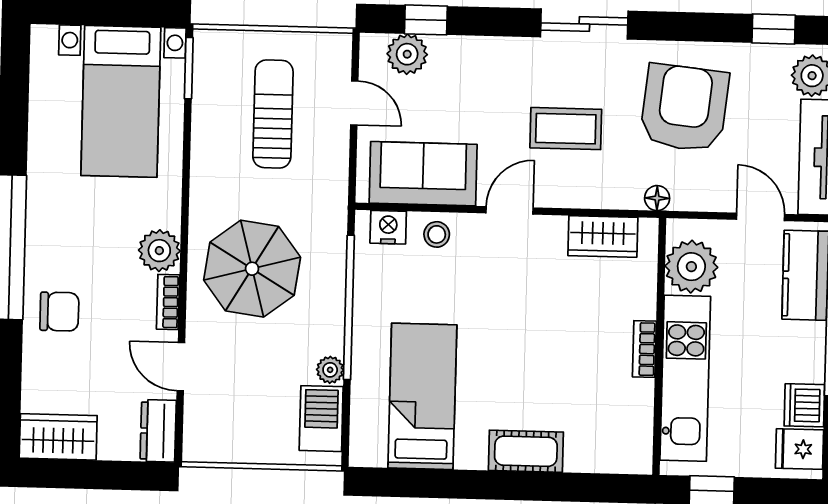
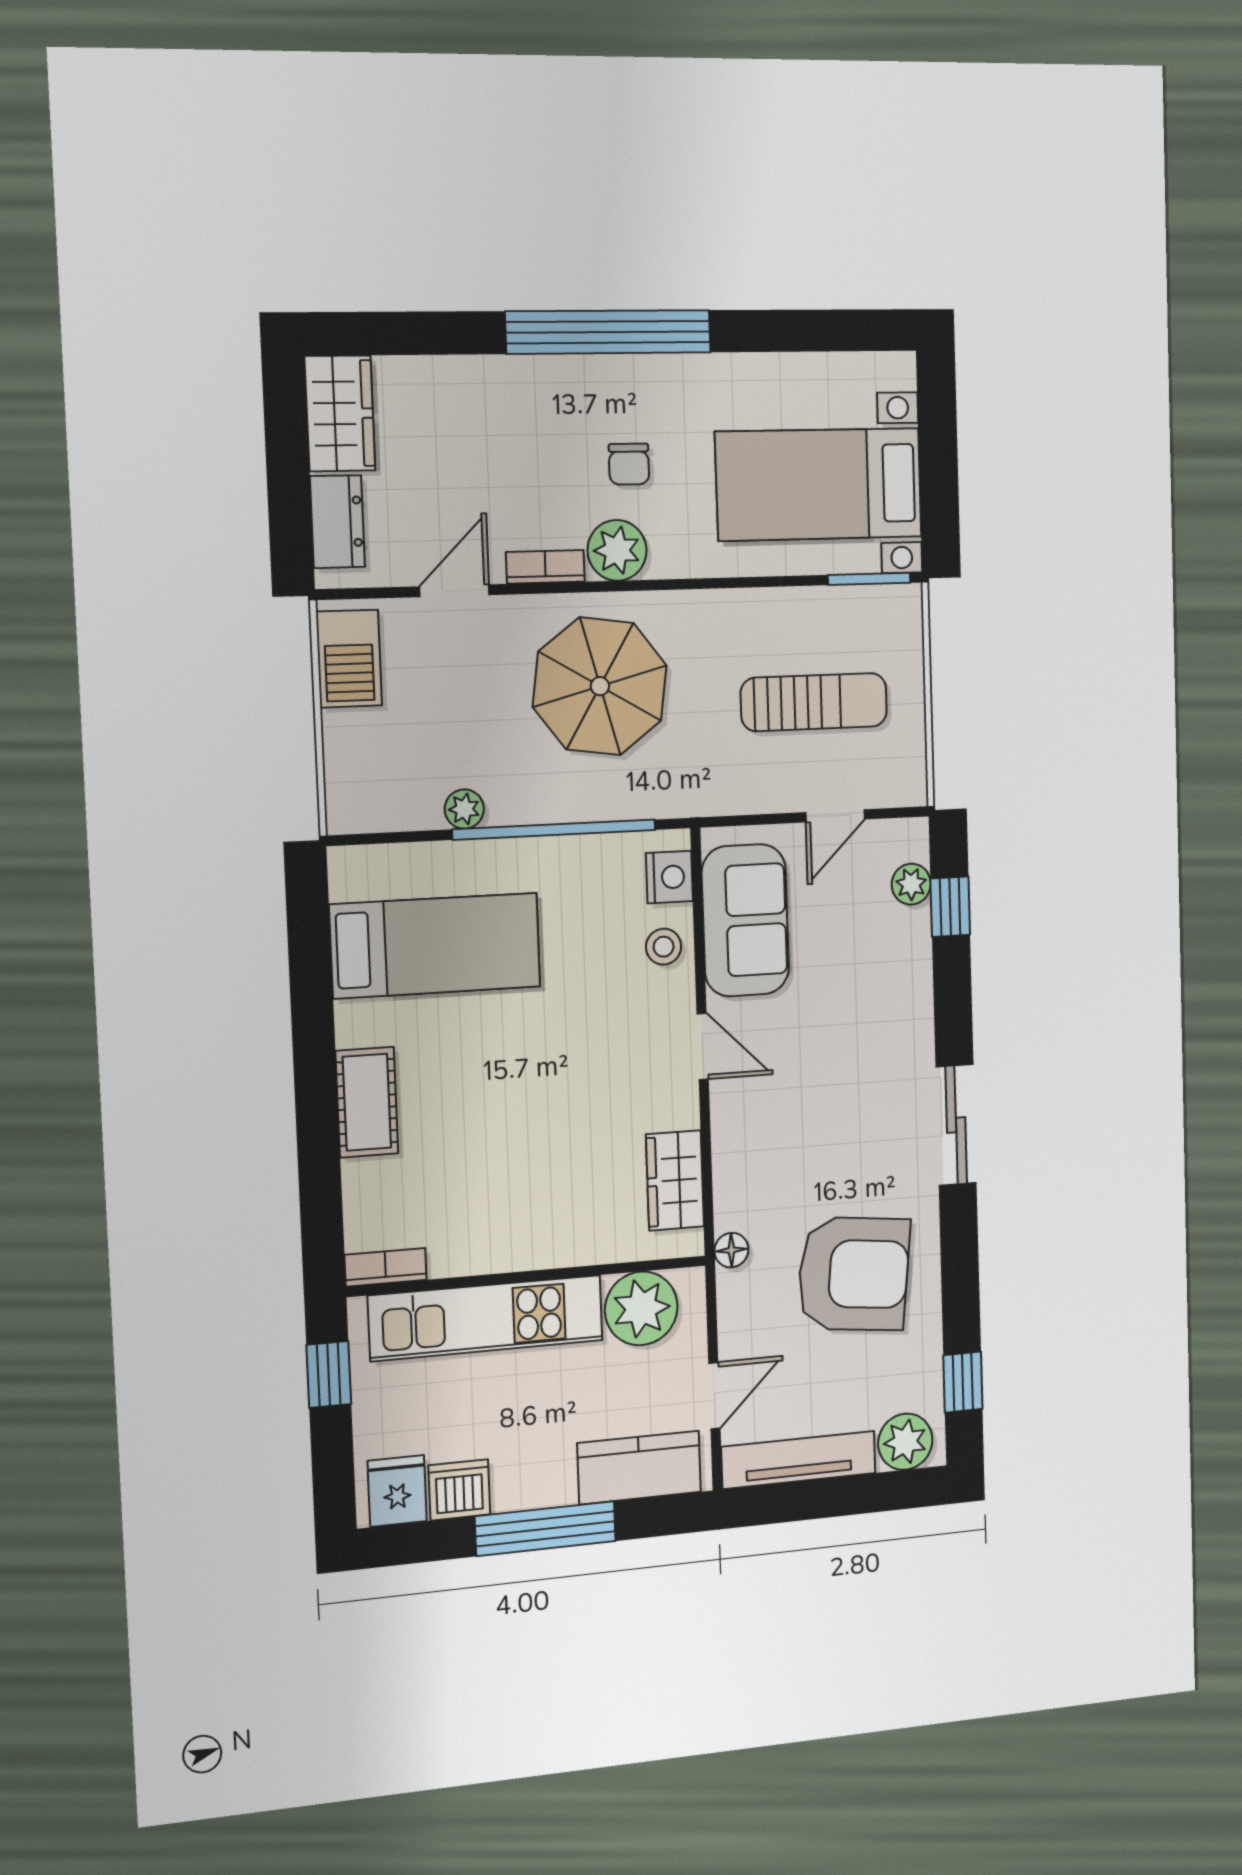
plant: (407, 54) -> (911, 884), width x0.73, depth x0.73
coffee table: (566, 129) -> (817, 1114), removed
chair: (59, 312) -> (629, 464), moved, width x0.73, depth x0.73
bookcase: (644, 349) -> (386, 1267), moved
barbecue: (321, 419) -> (349, 659), moved, turned 90
dresser: (158, 431) -> (337, 522), moved, turned 90

